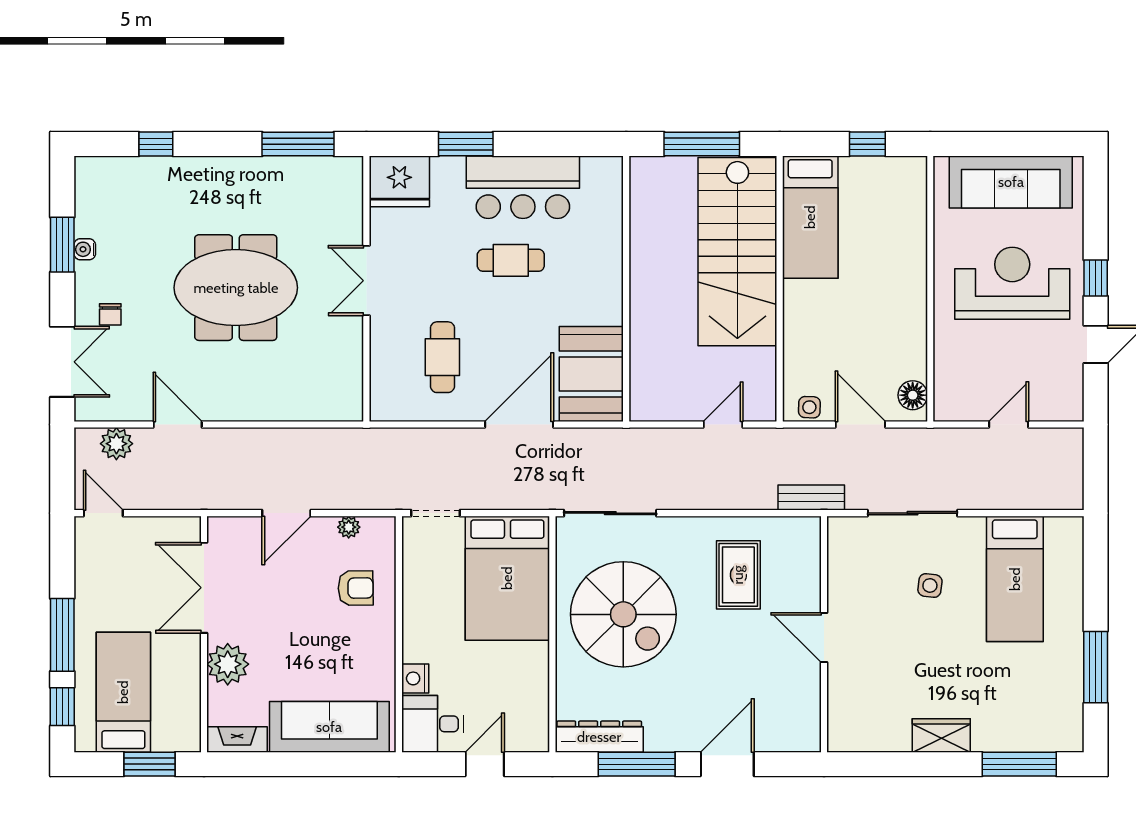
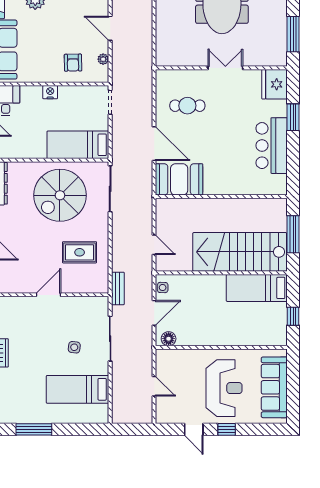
cafe table: (511, 260) -> (235, 140), removed
bed: (507, 578) -> (78, 145), width x0.67
nightstand: (415, 678) -> (50, 92), moved

